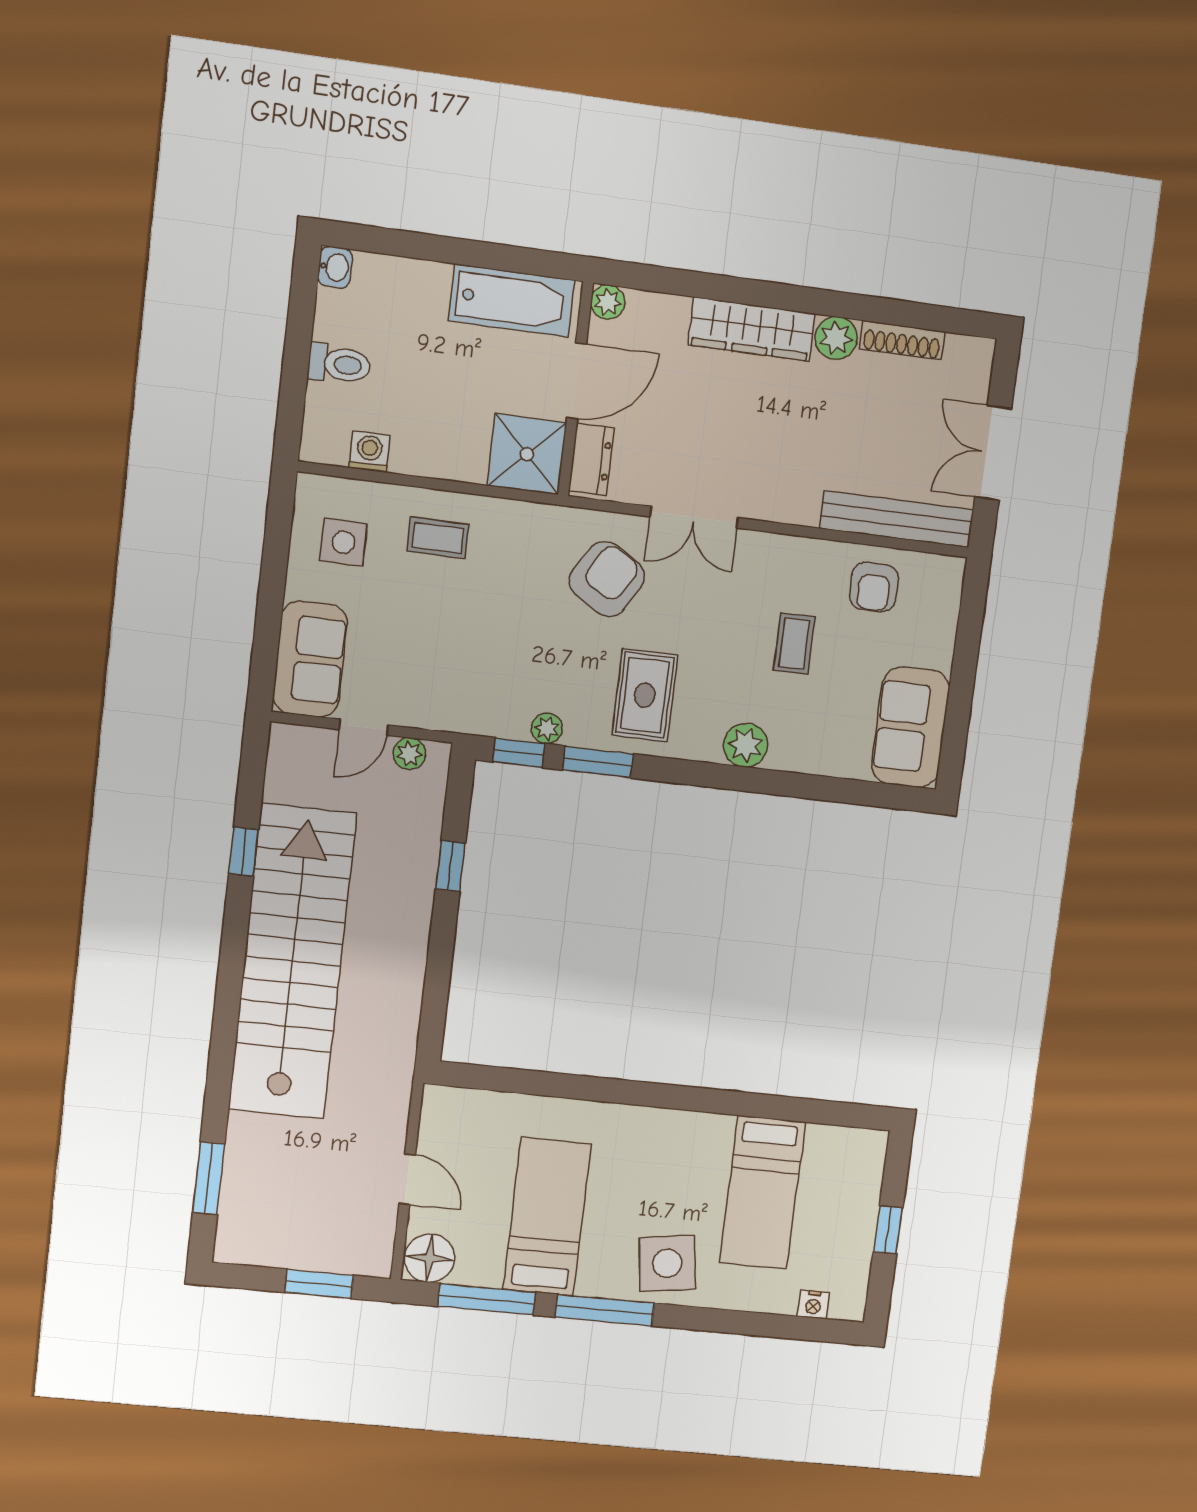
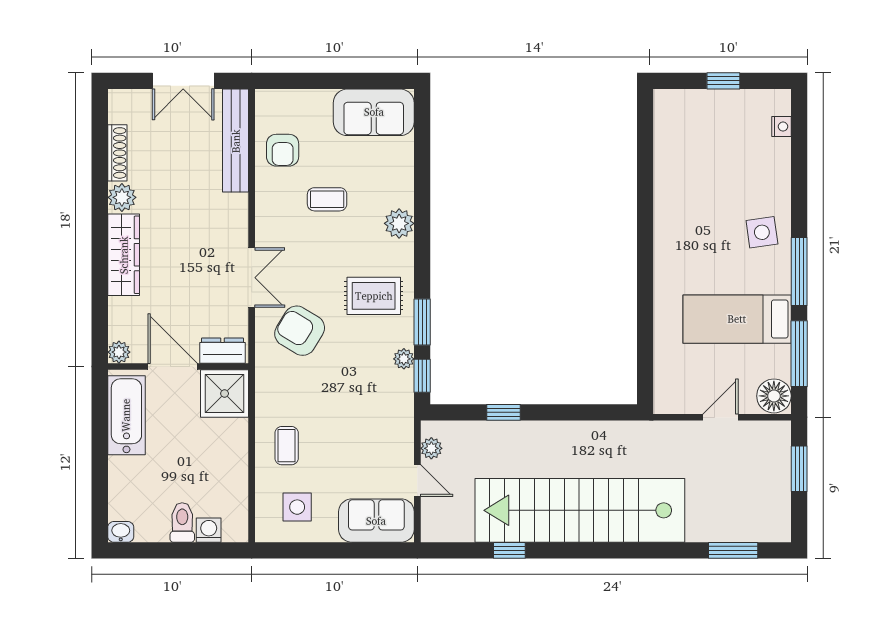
washing machine: (369, 452) -> (209, 530), moved, turned 90
armchair: (874, 587) -> (283, 150), turned 90
bed: (762, 1192) -> (706, 173), removed
side table: (667, 1263) -> (762, 232), width x0.73, depth x0.73

